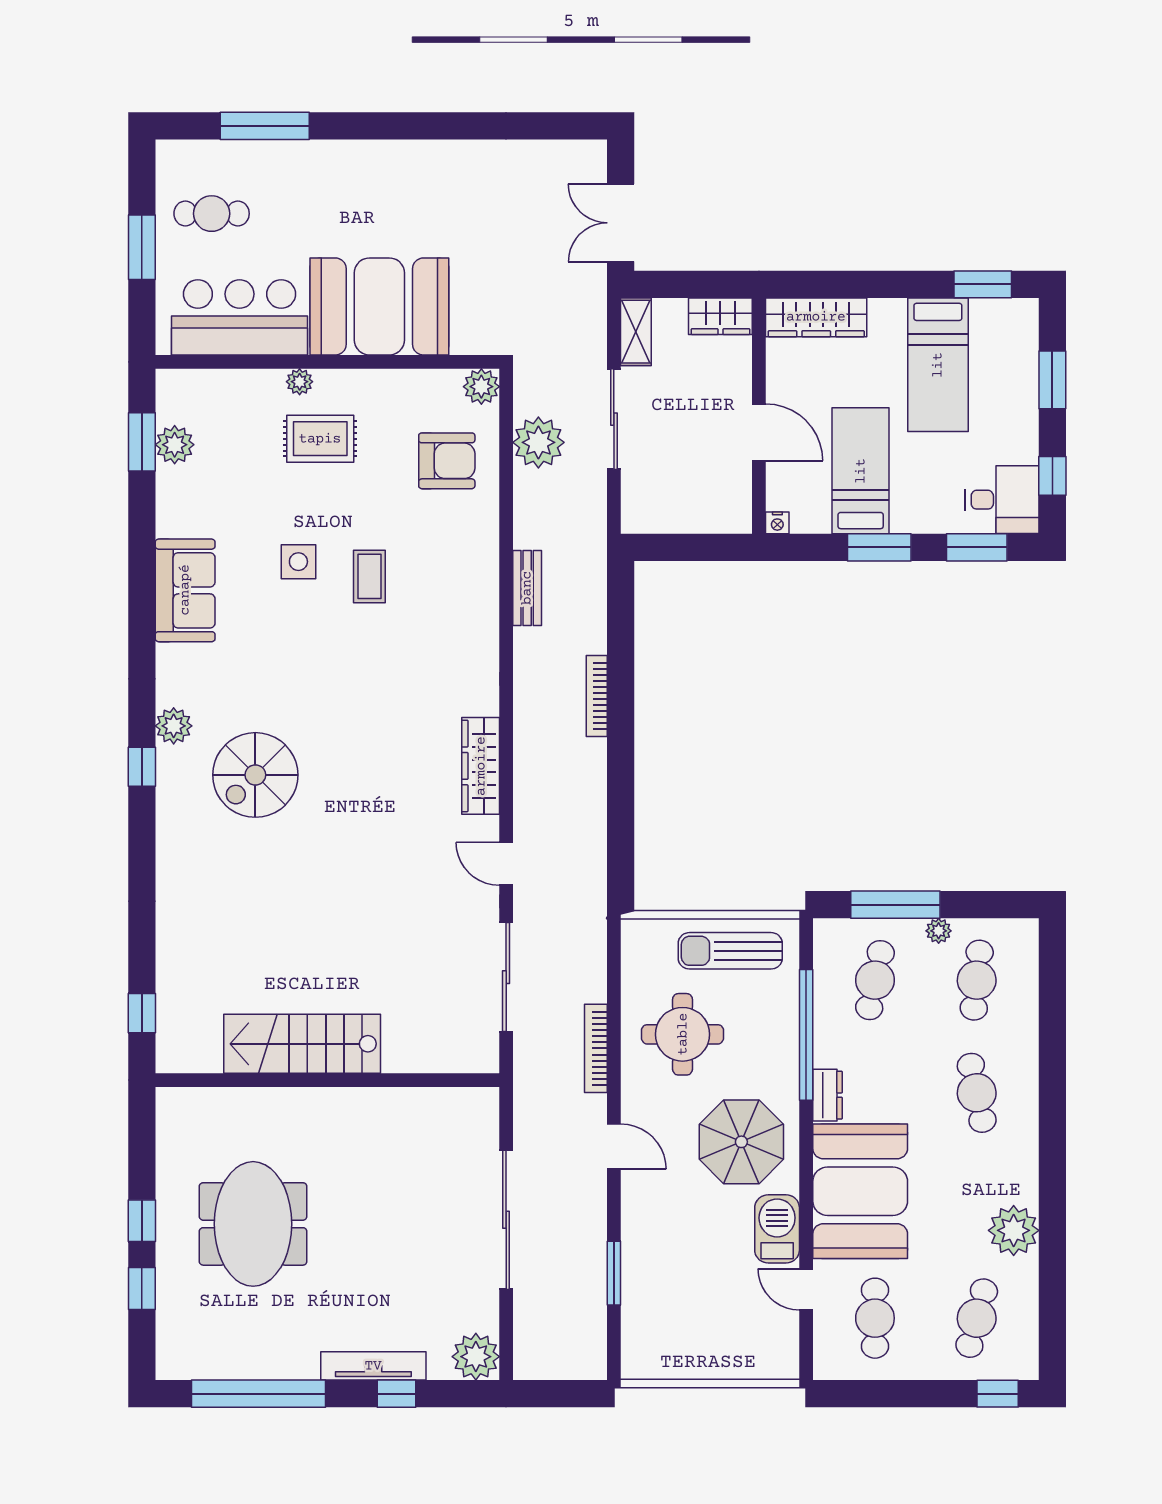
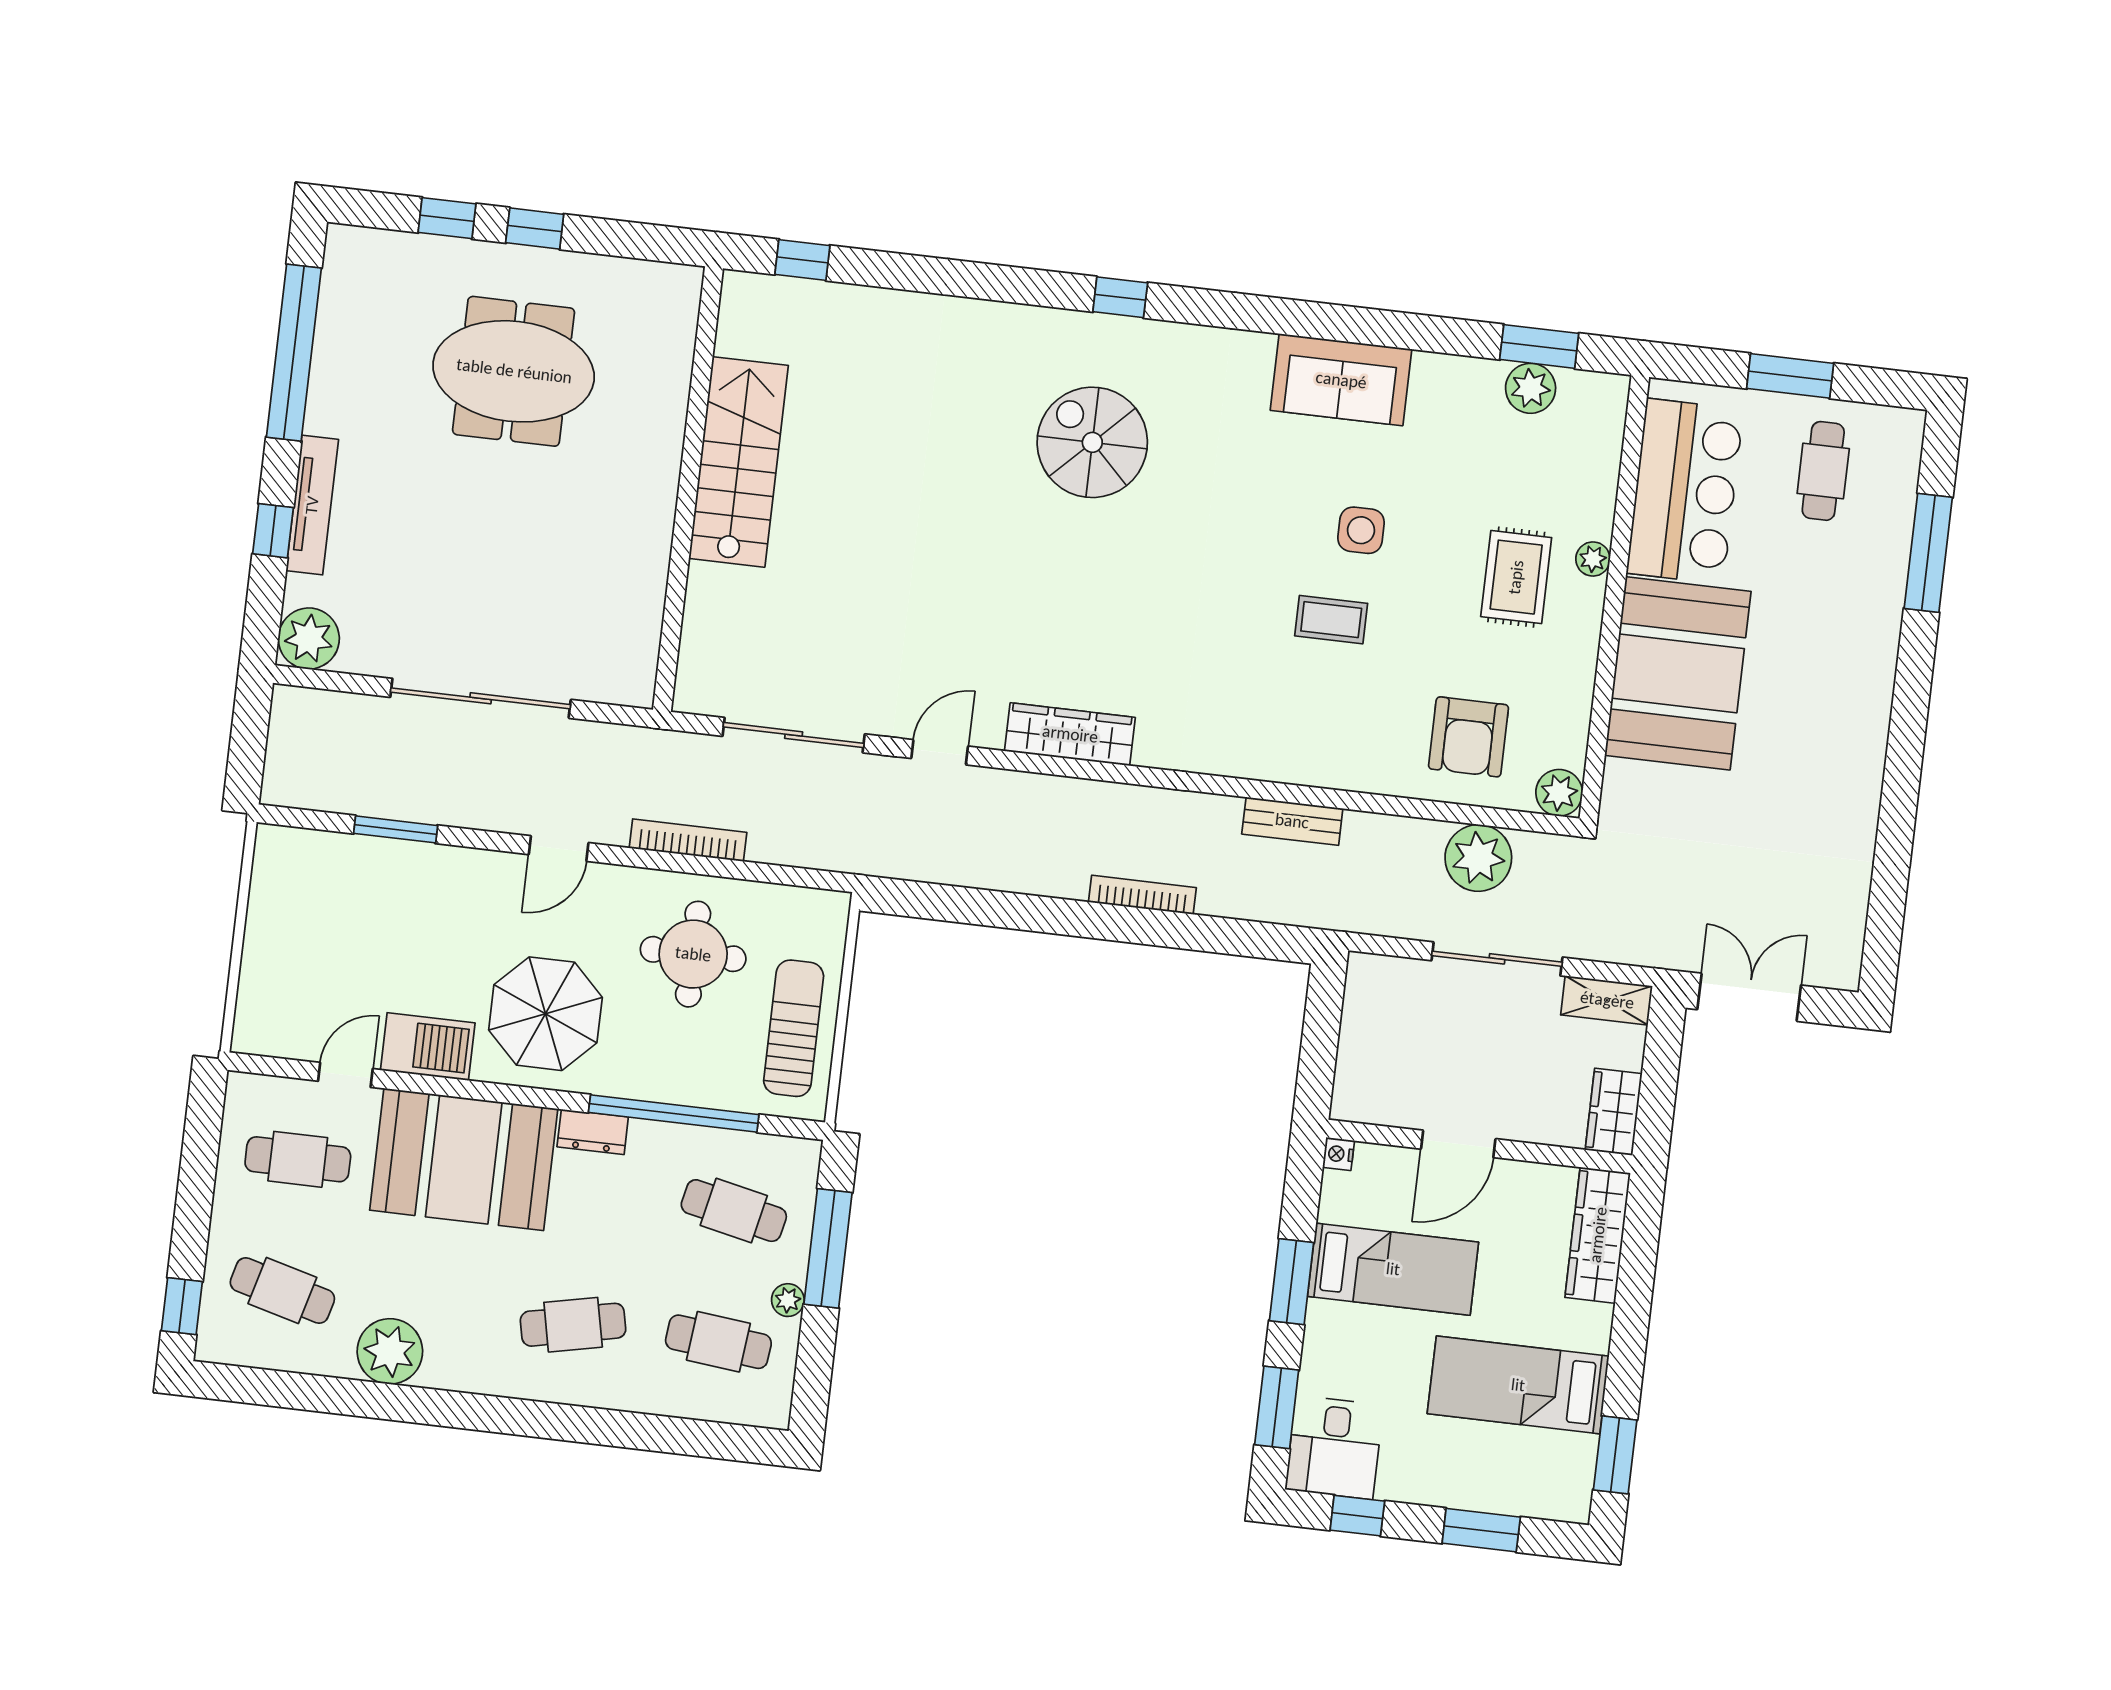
plant: (174, 726) -> (1168, 344), removed

